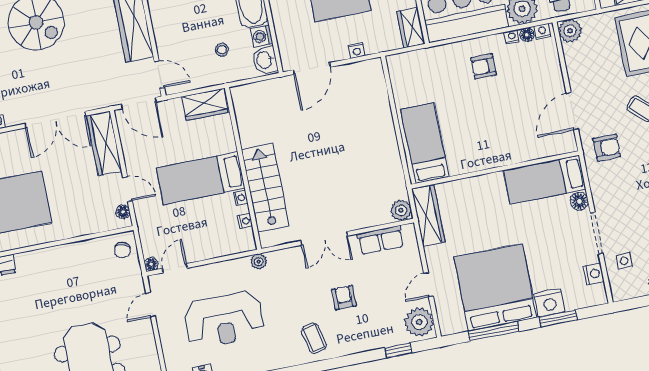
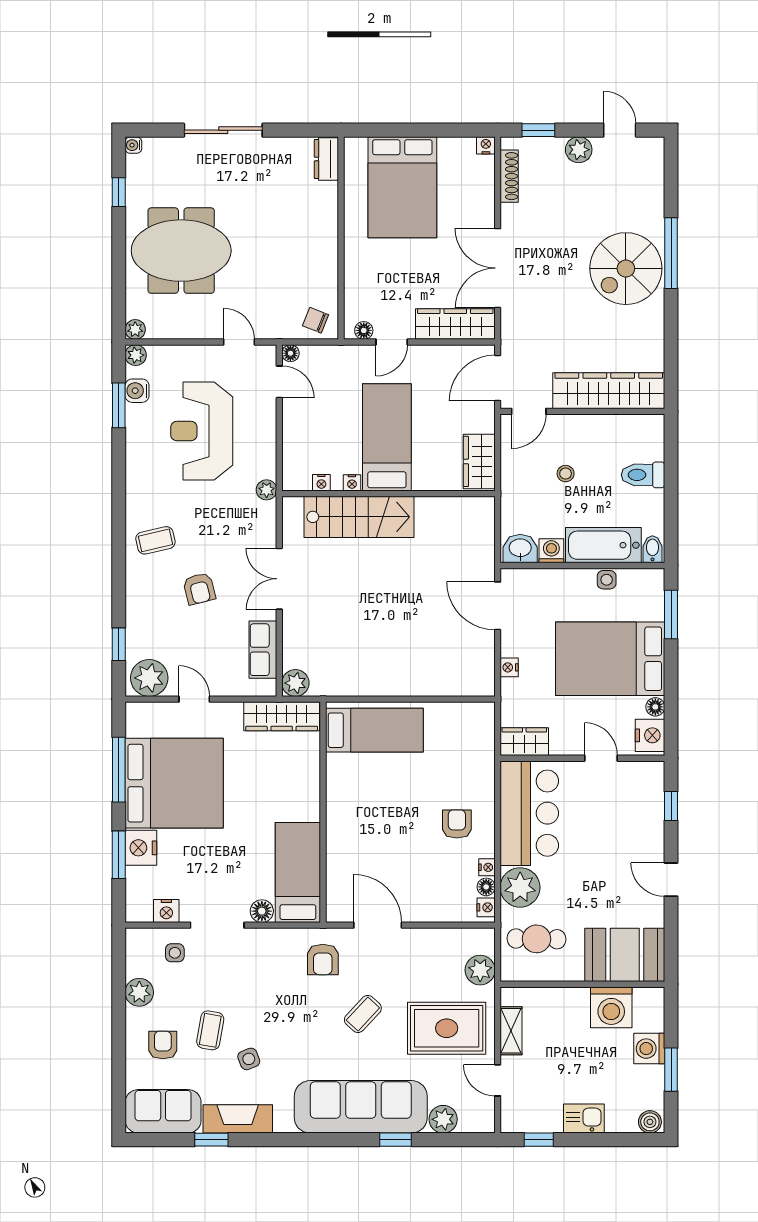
plant: (570, 31) -> (480, 970), moved
stool: (222, 50) -> (566, 474), moved
armchair: (344, 298) -> (199, 589), turned 76

